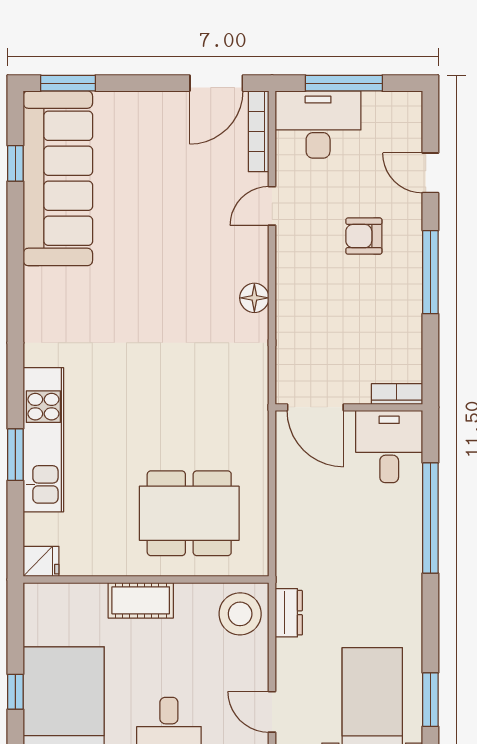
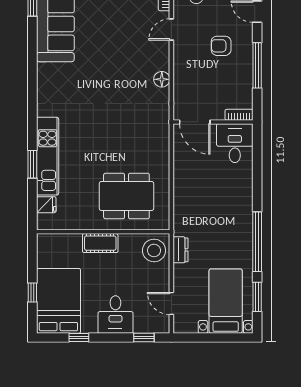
bookcase: (397, 394) -> (239, 115), moved
door: (315, 407) -> (195, 122), moved
wall: (349, 407) -> (213, 122), moved
desk: (389, 447) -> (235, 143), moved
window: (430, 518) -> (257, 242), moved
fridge: (41, 561) -> (46, 205), moved

